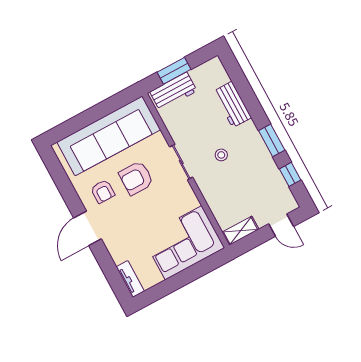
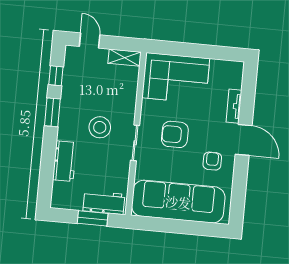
stool: (221, 155) -> (100, 127), width x1.89, depth x1.89
armchair: (136, 178) -> (175, 134), moved, turned 180
door: (88, 228) -> (244, 140), hinge flipped
tv unit: (130, 279) -> (234, 106), moved

